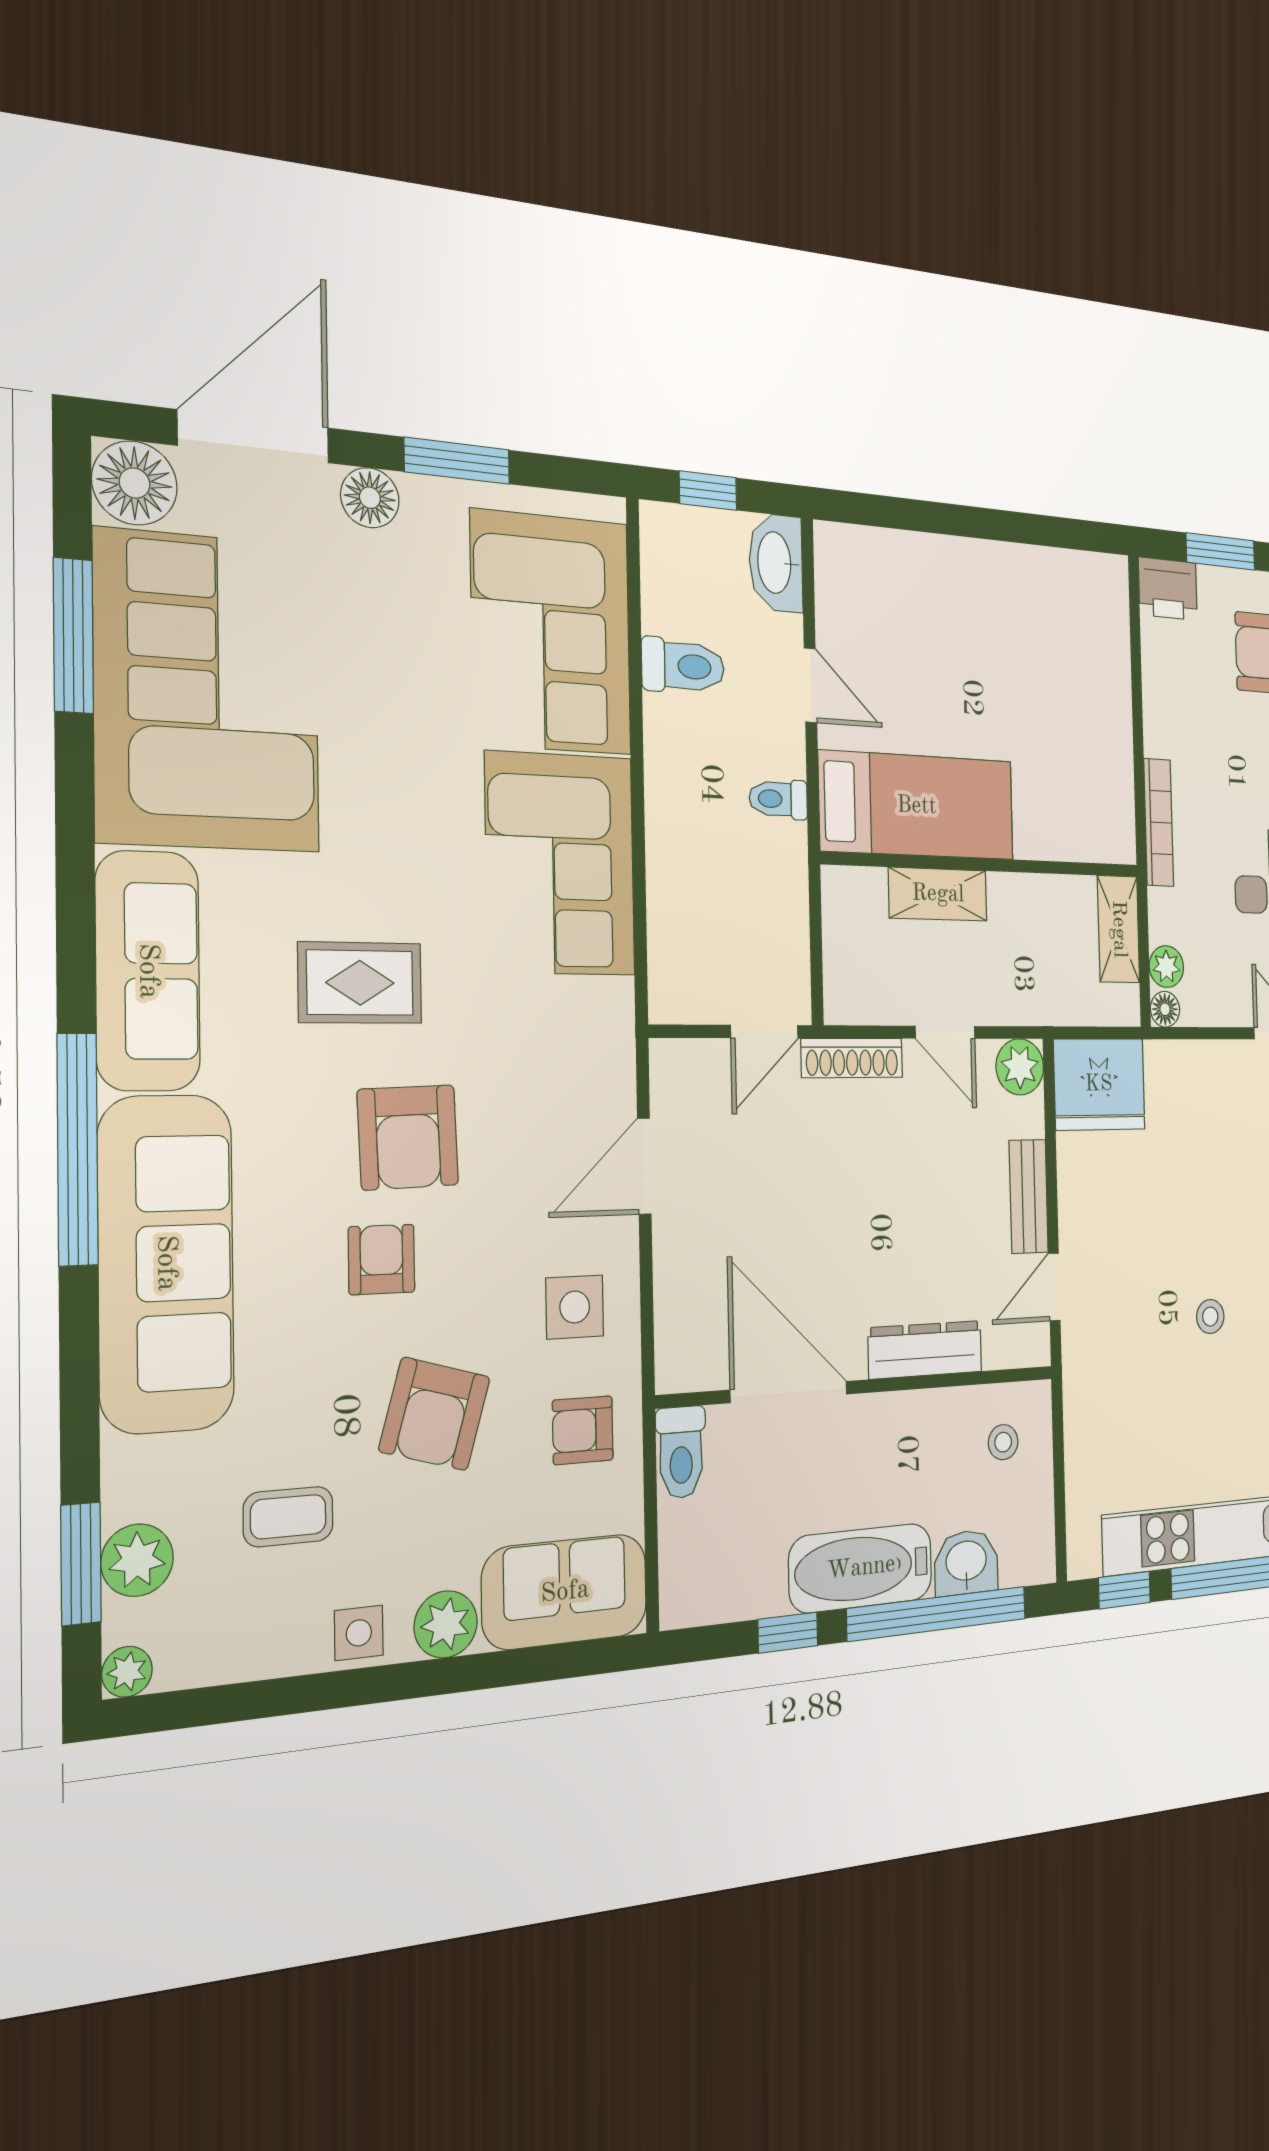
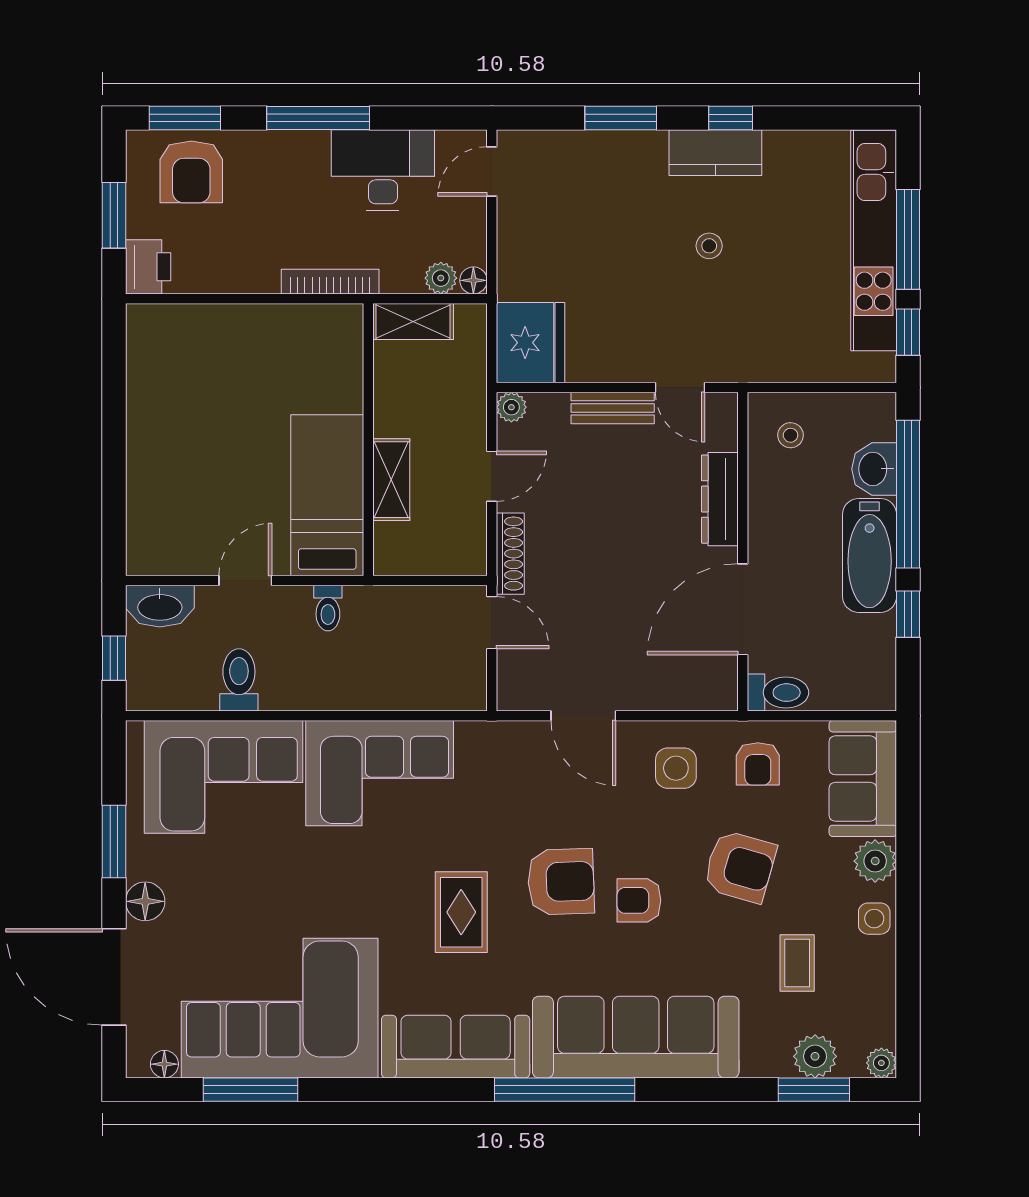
floor lamp: (135, 483) -> (164, 1064), width x0.53, depth x0.53
plant: (1020, 1067) -> (511, 407), width x0.73, depth x0.73

